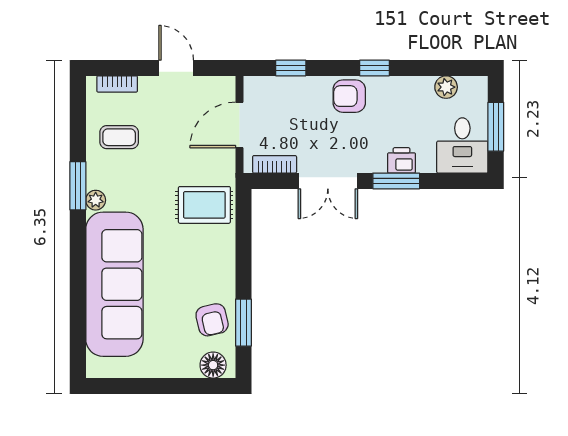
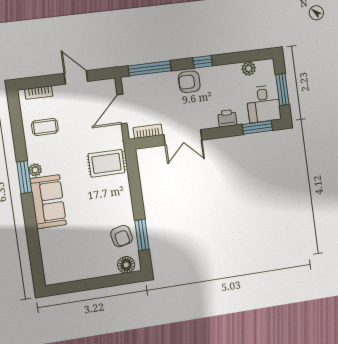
window: (291, 68) -> (150, 68), width x2.17
window: (396, 181) -> (257, 127), moved
window: (78, 186) -> (24, 177), moved
sofa: (114, 284) -> (48, 202), width x0.54, depth x0.79

